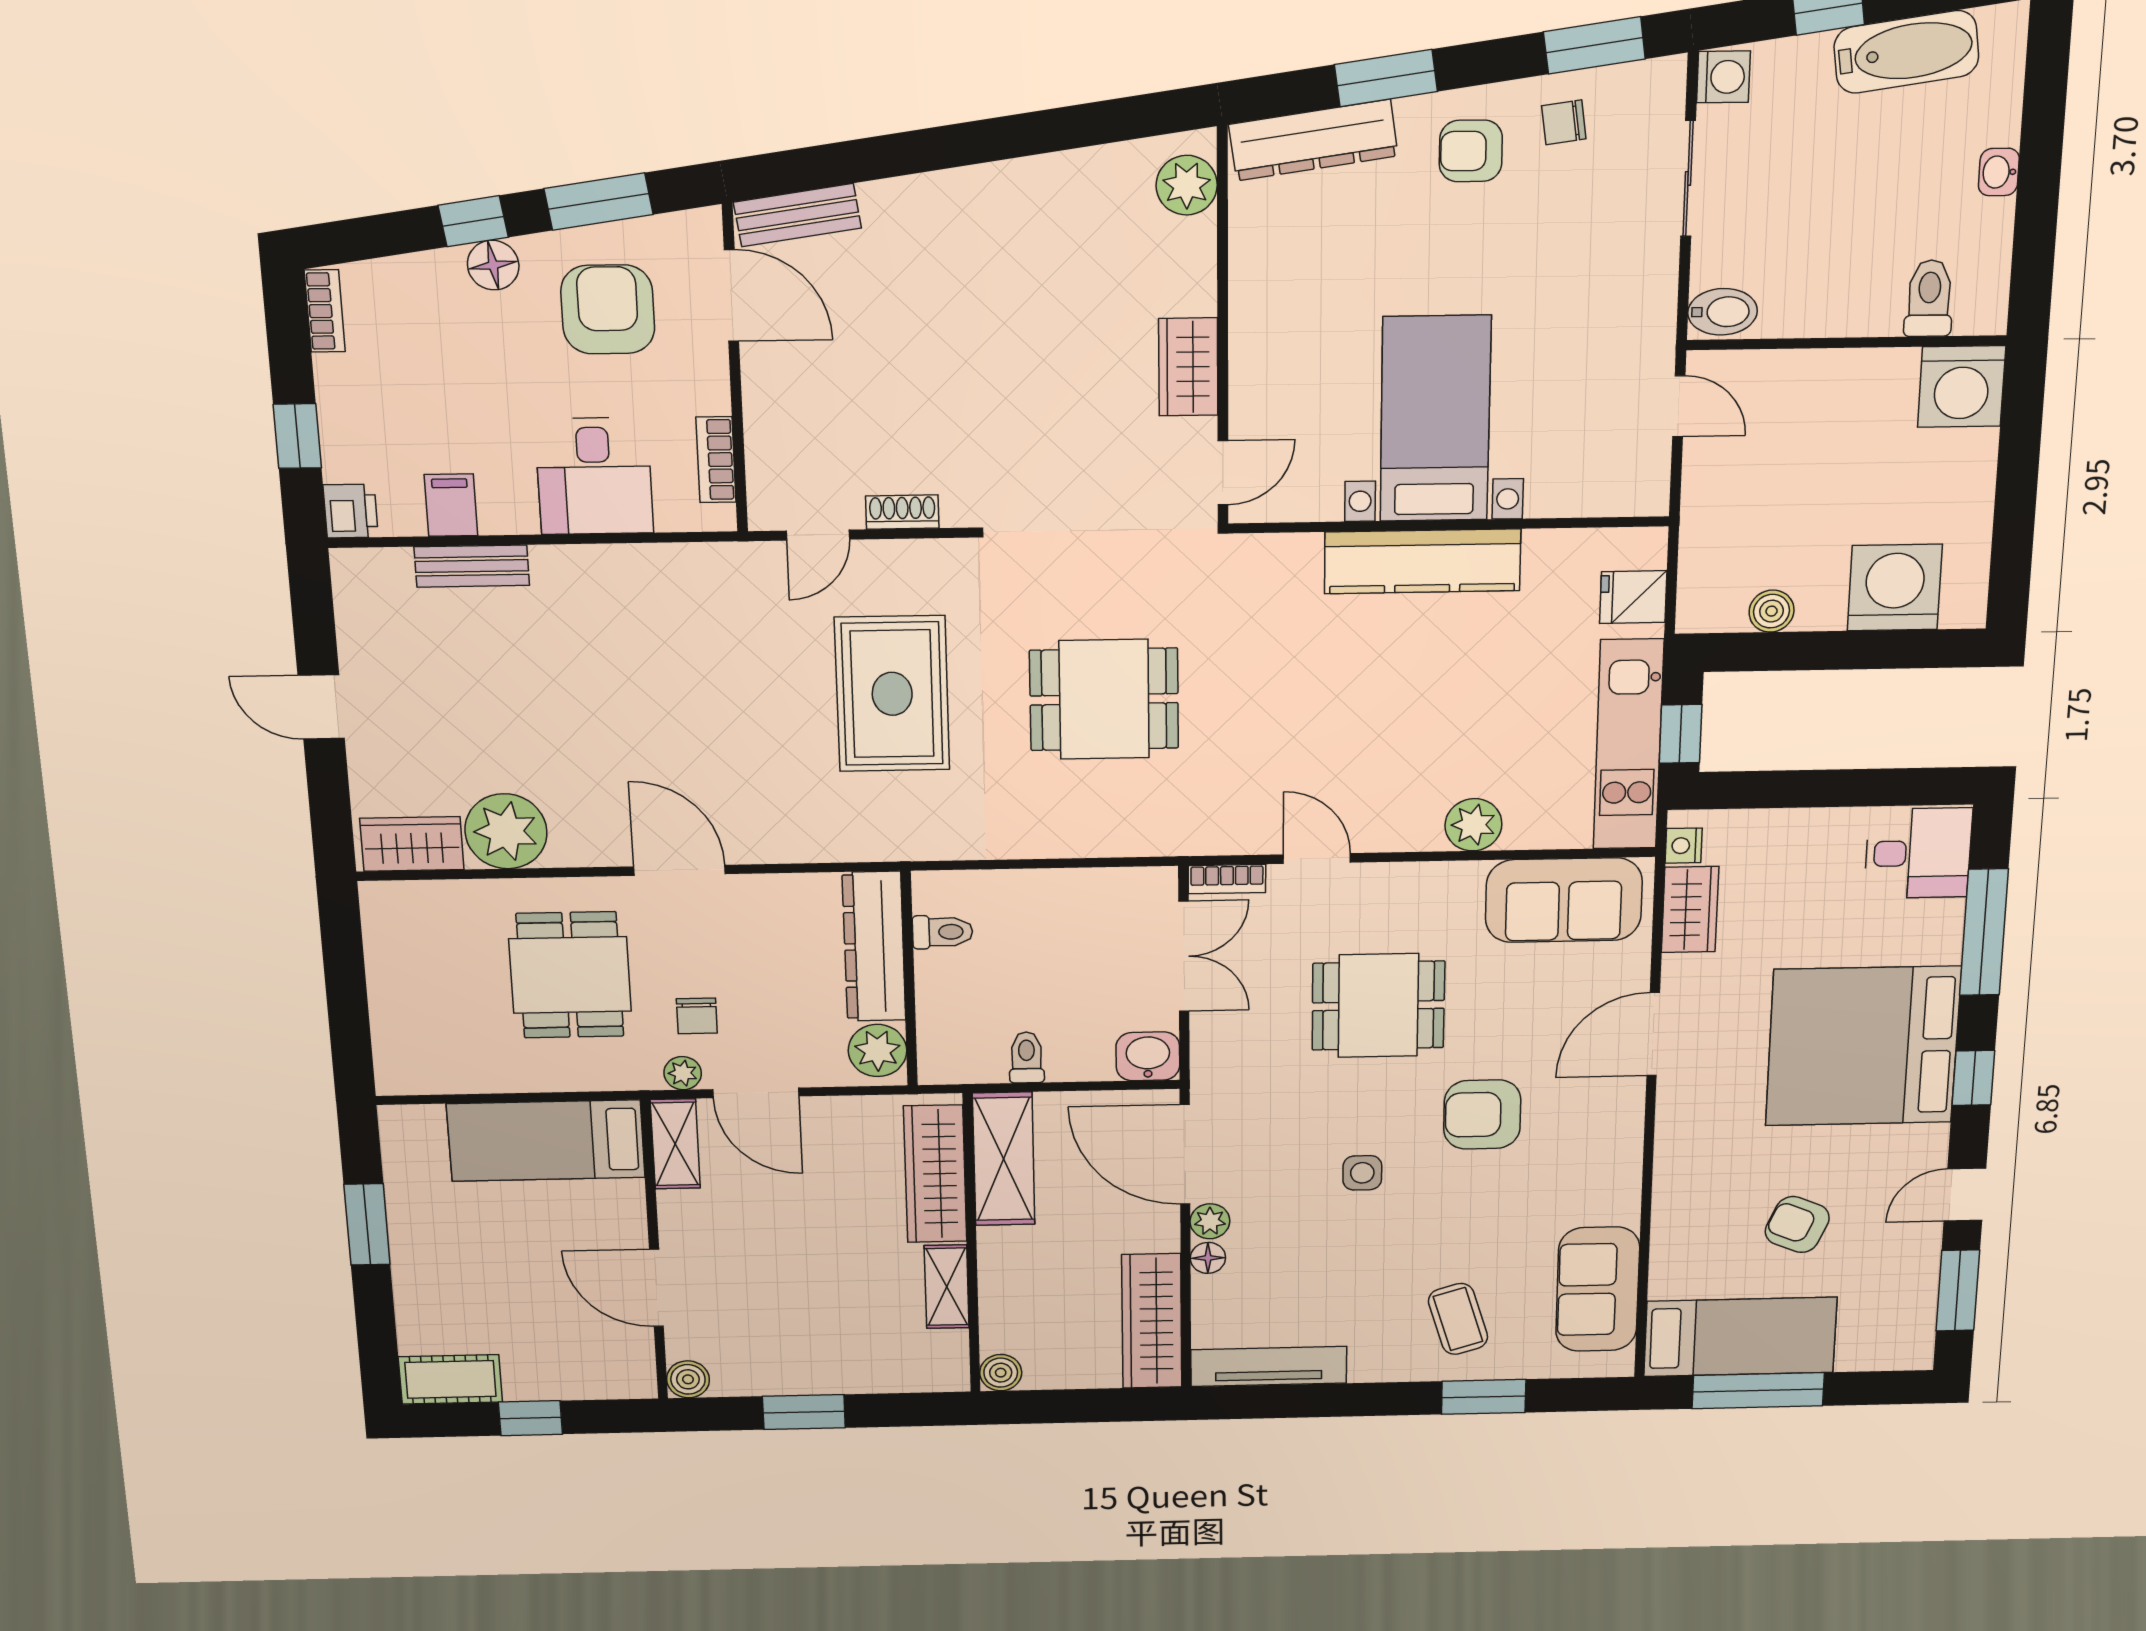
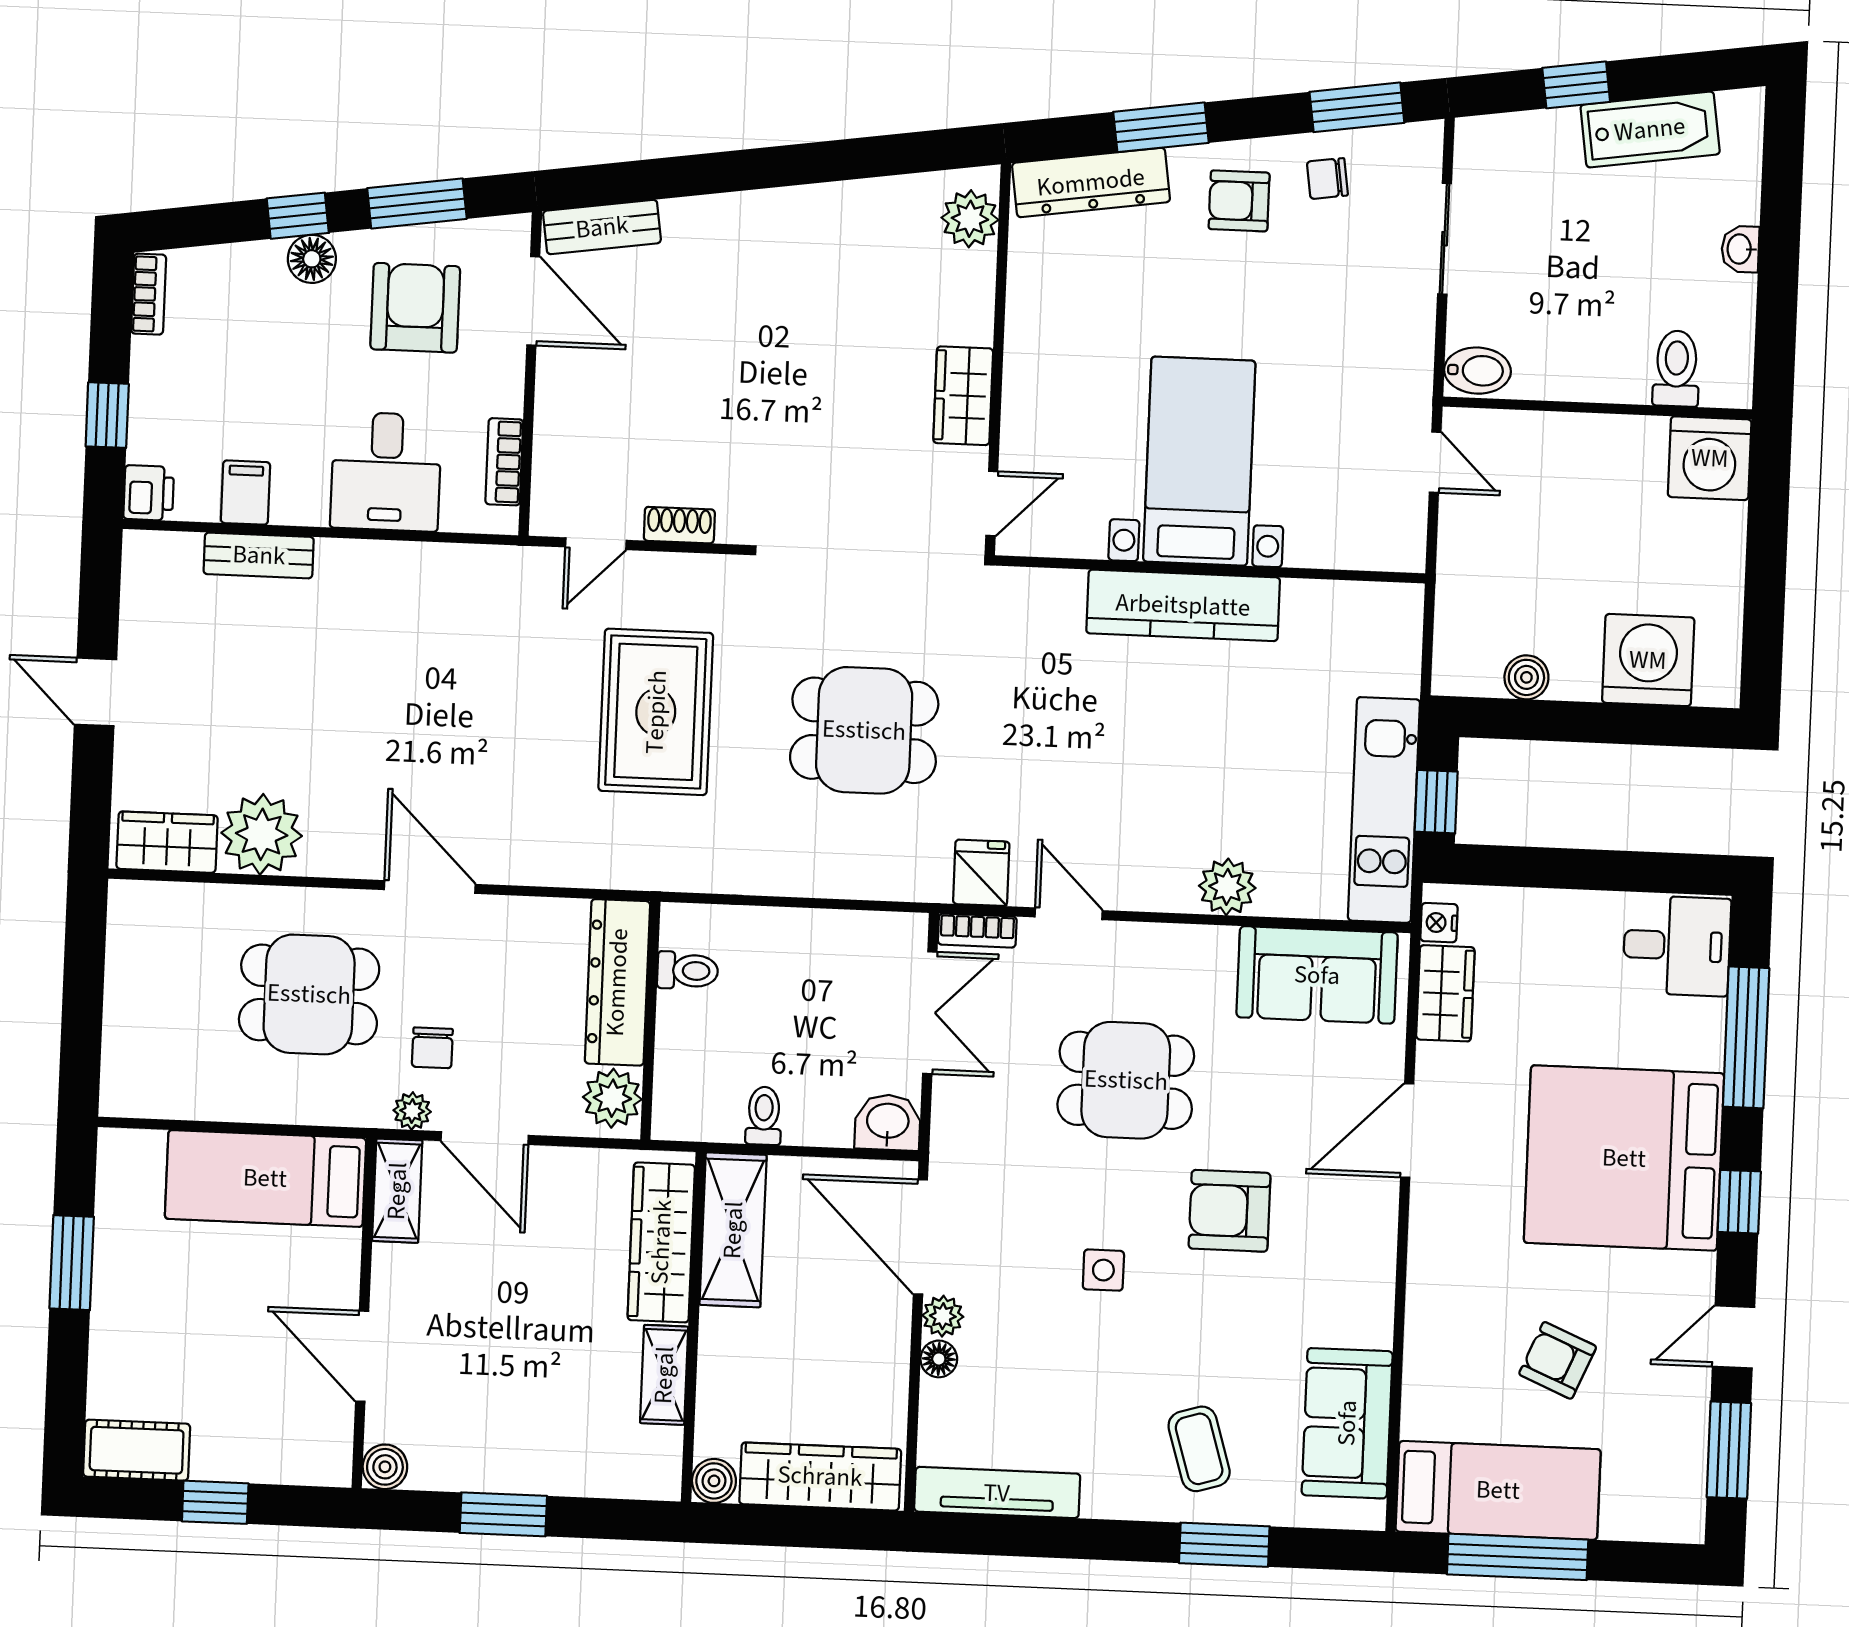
washing machine: (1723, 77) -> (1478, 144), removed
fridge: (1633, 597) -> (981, 873), moved, turned 90
dining table: (570, 975) -> (309, 994), turned 90
wardrobe: (1152, 1321) -> (820, 1476), moved, turned 90

